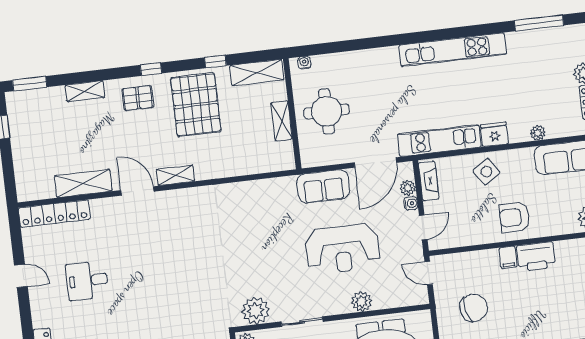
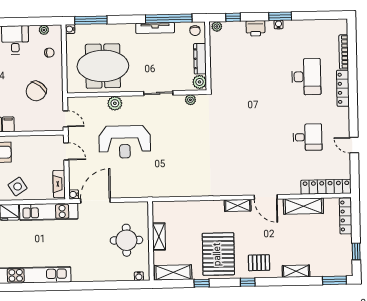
locker: (23, 175) -> (346, 216), added
sofa: (323, 186) -> (134, 187), removed
plant: (408, 188) -> (74, 180), removed
water cooler: (411, 203) -> (74, 194), moved
door: (423, 227) -> (66, 151), swing flipped
reception desk: (342, 249) -> (125, 142), turned 180
chair: (474, 308) -> (36, 91), turned -38
plant: (255, 311) -> (190, 100), width x0.53, depth x0.53

